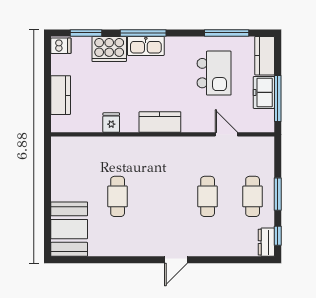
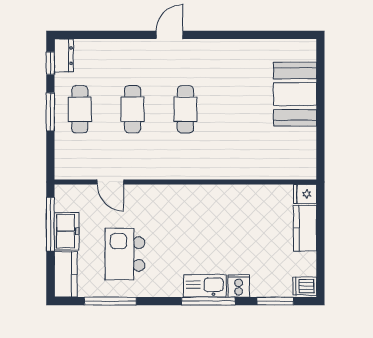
cooker: (109, 49) -> (239, 286), width x0.53, depth x0.76
kitchen counter: (160, 122) -> (188, 197), removed
fridge: (111, 123) -> (305, 194), moved, turned 90
cafe table: (118, 196) -> (185, 109), moved
booth: (69, 229) -> (295, 94), moved

